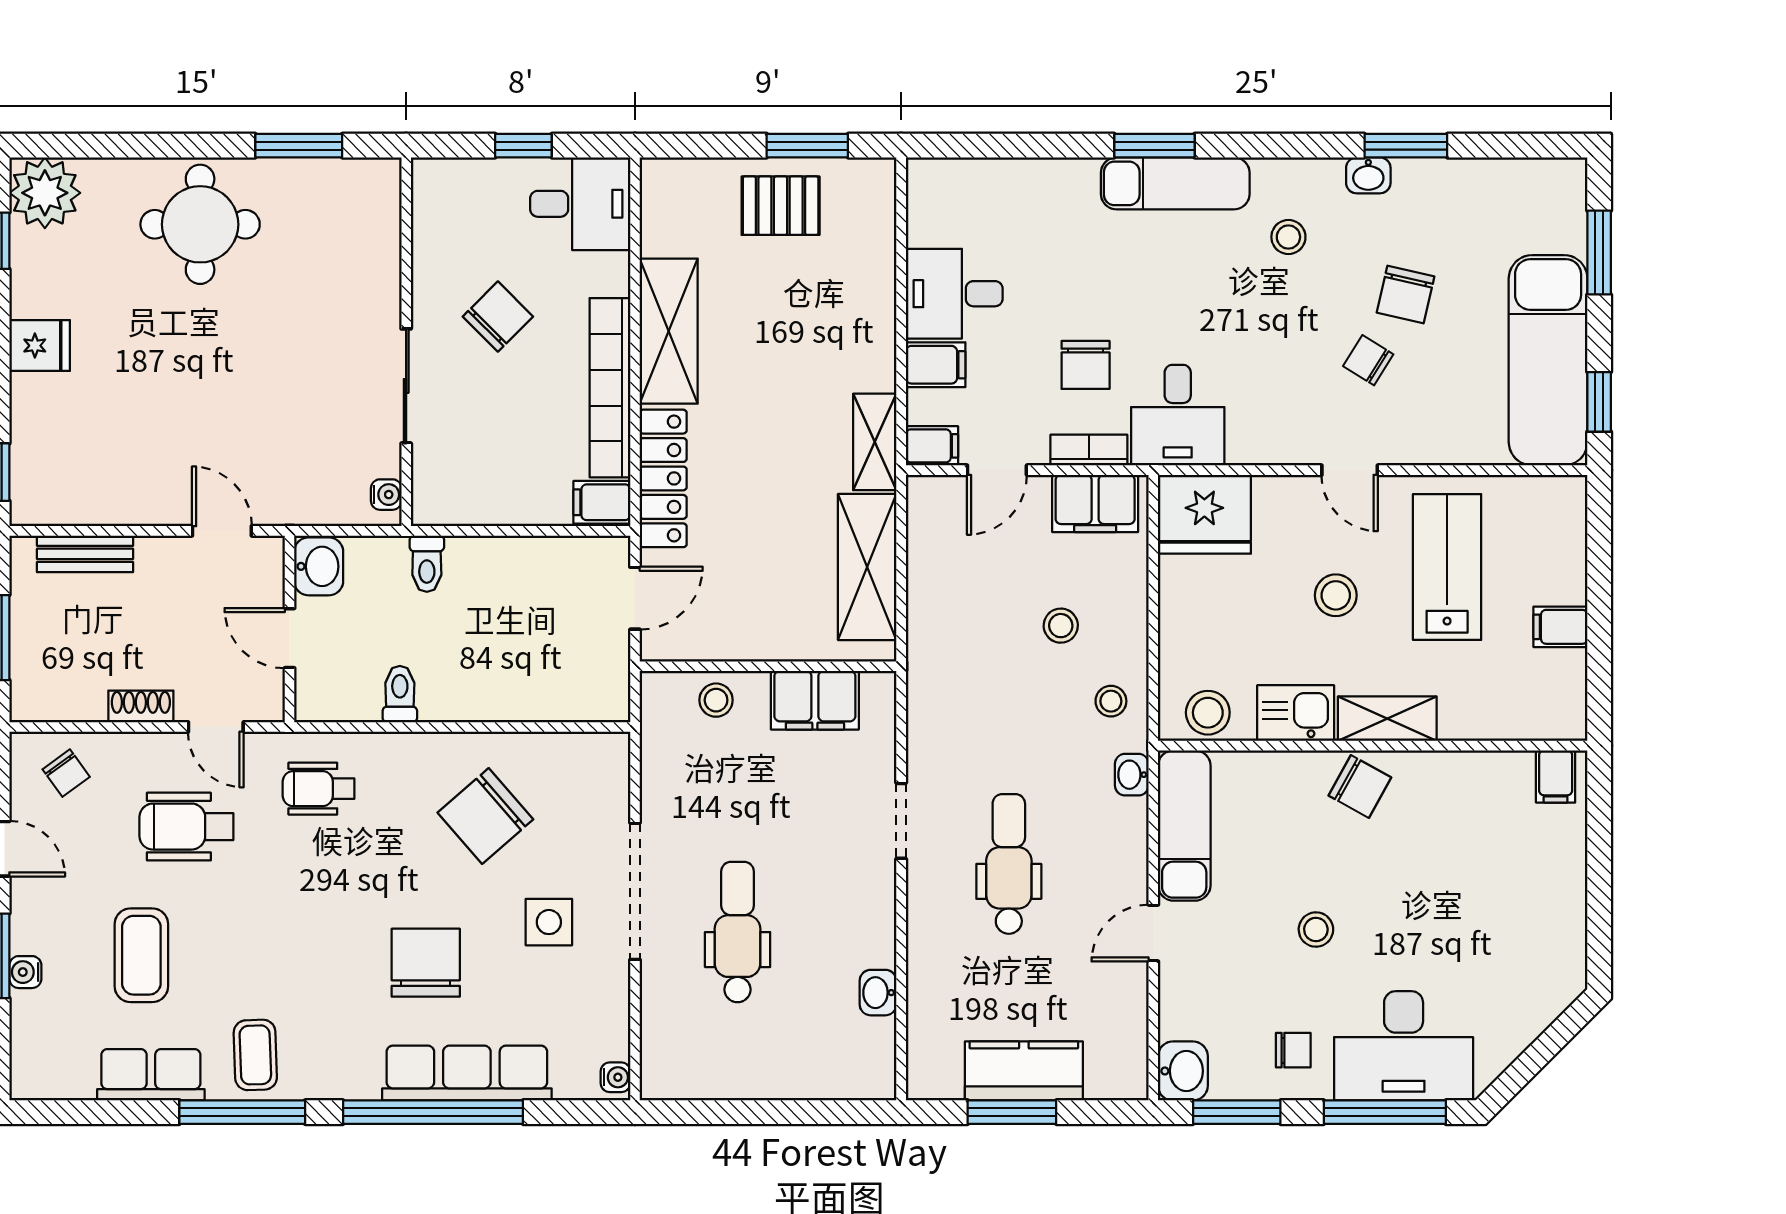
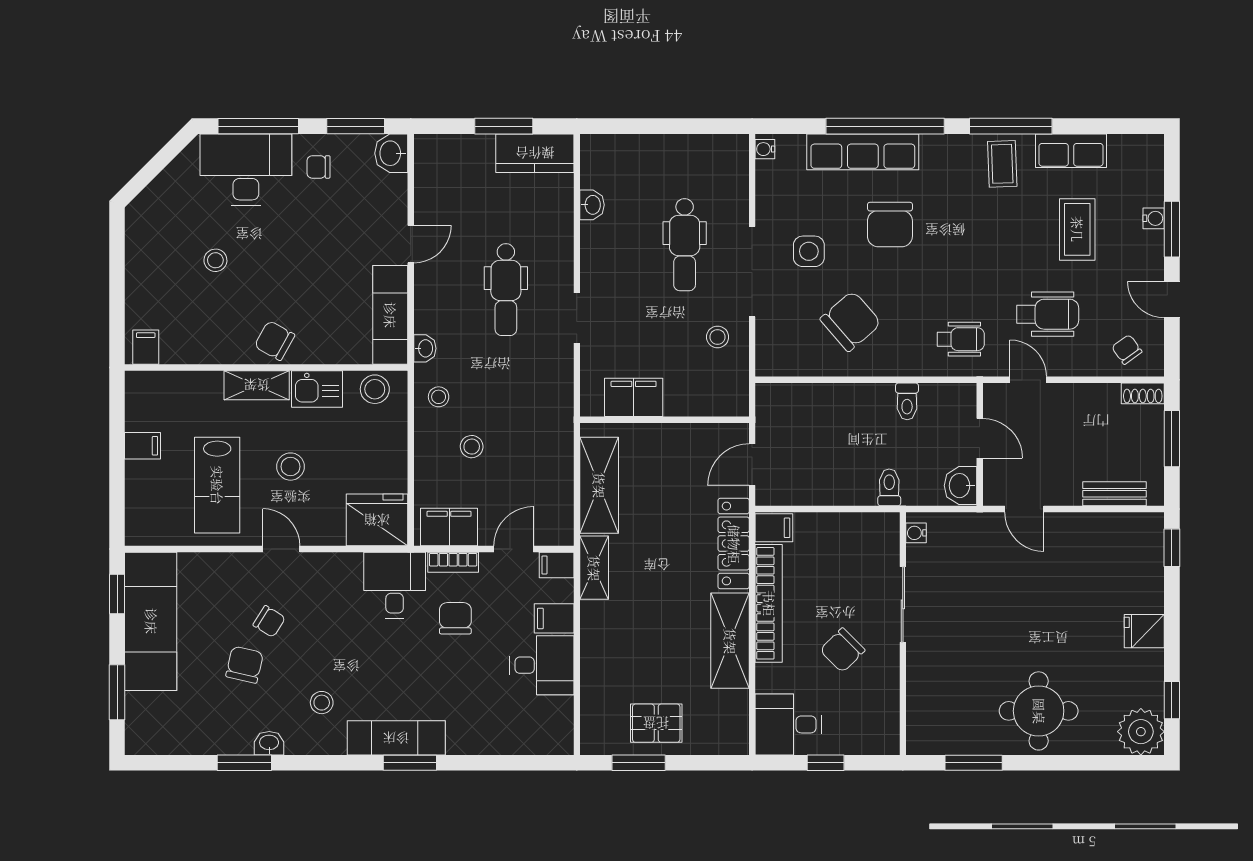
stool: (716, 700) -> (718, 337), moved
shoe rack: (141, 706) -> (1143, 393), moved
stool: (1316, 930) -> (215, 260), moved
kitchen counter: (1024, 1071) -> (535, 153), moved

